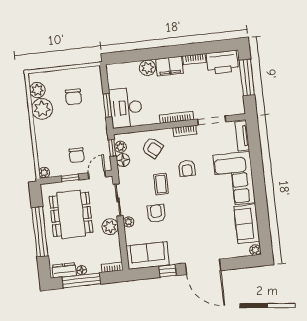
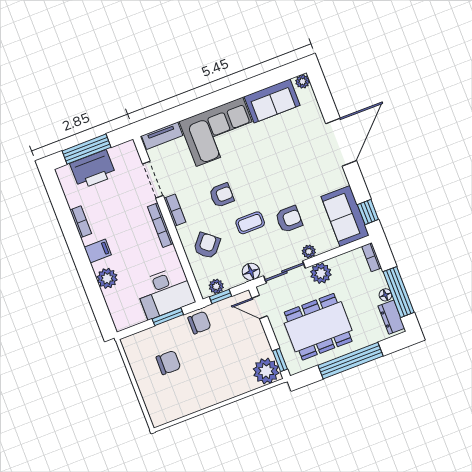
printer: (222, 62) -> (93, 169), moved, turned 90
filing cabinet: (169, 66) -> (98, 251), width x0.50
plant: (37, 90) -> (172, 411), removed
plant: (42, 109) -> (194, 398), removed
chair: (77, 155) -> (199, 323), moved
floor lamp: (123, 160) -> (251, 272), moved
plant: (44, 173) -> (266, 371), width x1.87, depth x1.87
window: (70, 178) -> (280, 360), moved
armchair: (156, 213) -> (289, 219), turned 180
window: (168, 271) -> (368, 212), moved

